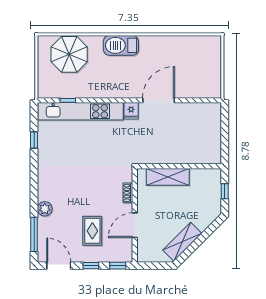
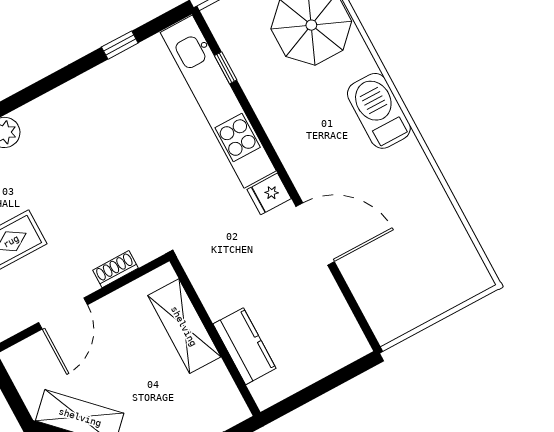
kitchen counter: (190, 156) -> (244, 346), added
door: (135, 225) -> (63, 314), swing flipped

